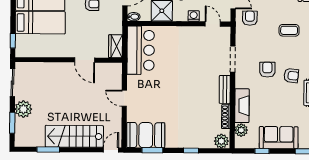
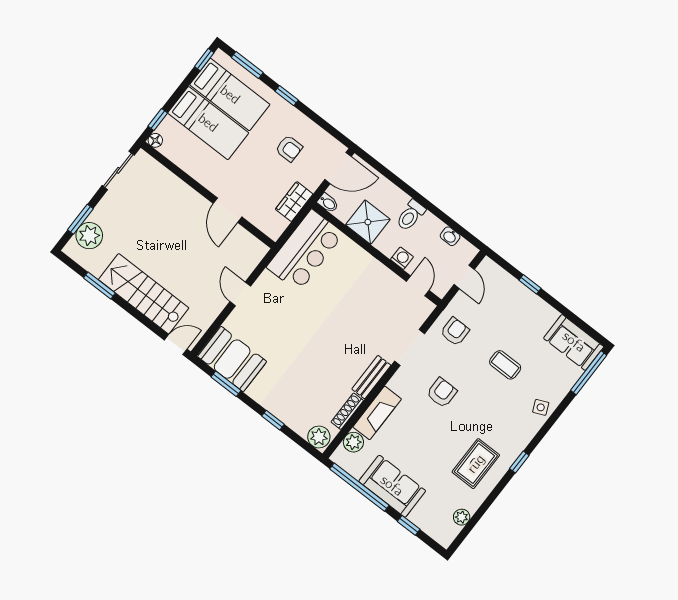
armchair: (250, 18) -> (455, 332), moved
wardrobe: (116, 46) -> (294, 202), moved
floor lamp: (20, 53) -> (155, 140), added
armchair: (291, 76) -> (466, 422), removed
plant: (23, 109) -> (89, 236), moved
window: (262, 151) -> (359, 487), width x3.17

